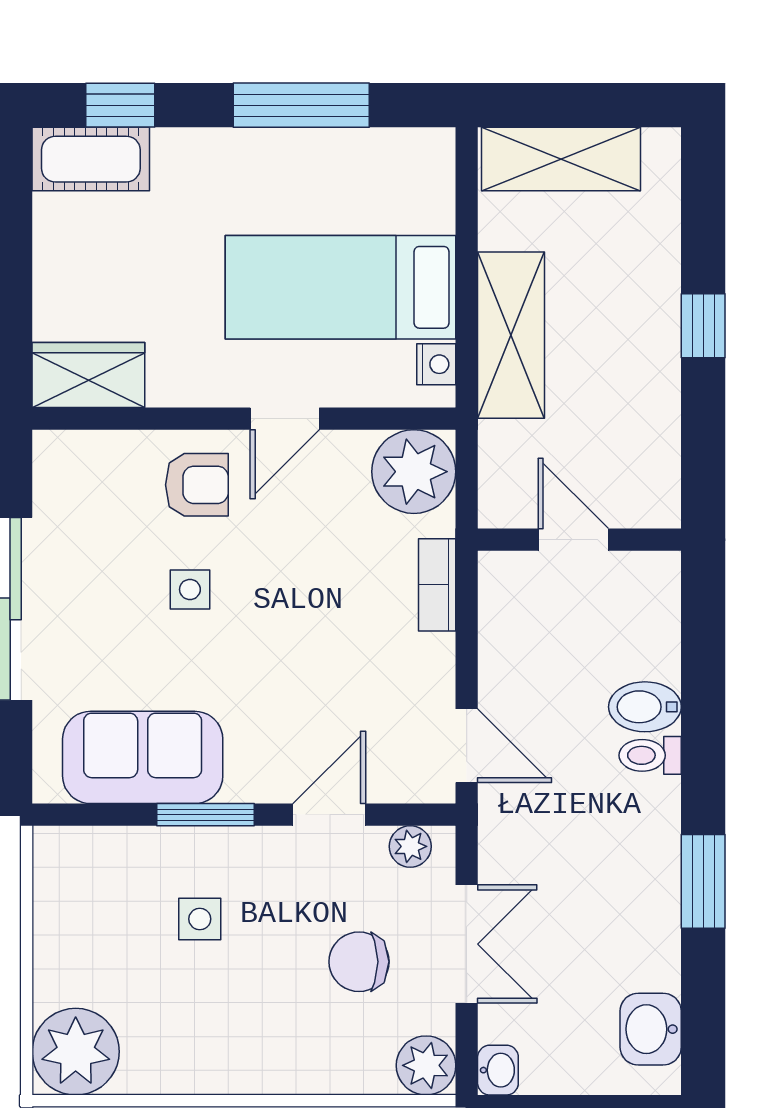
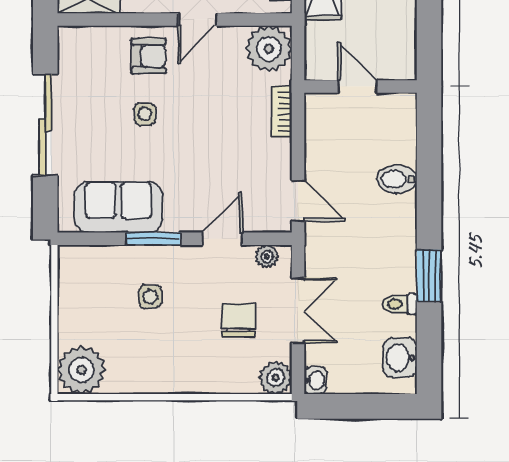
toilet: (650, 755) -> (400, 304), moved
chair: (359, 962) -> (238, 320), turned 90

